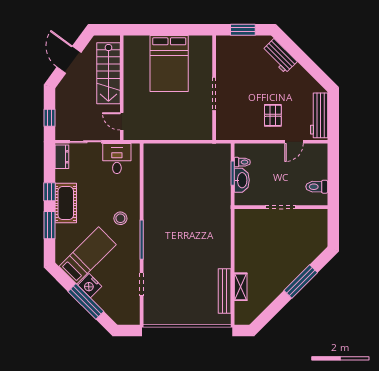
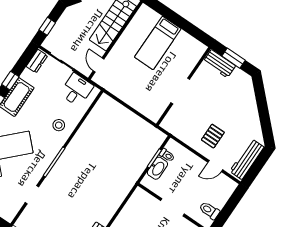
workbench: (280, 56) -> (219, 64), moved, turned -45
bed: (169, 64) -> (158, 43), width x0.67
stool: (120, 218) -> (59, 125), moved

